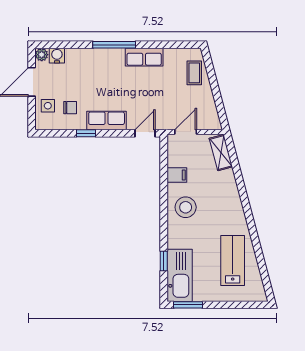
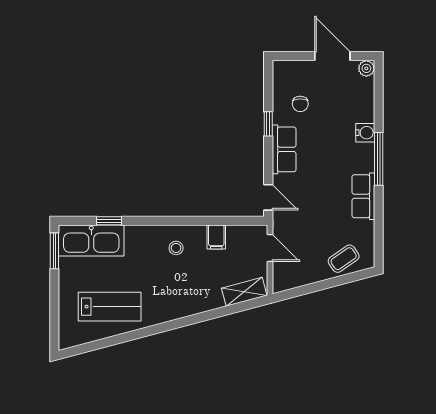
water cooler: (57, 56) -> (365, 133), moved
coffee table: (194, 73) -> (344, 259), turned -35
side table: (48, 106) -> (303, 76), removed
stool: (186, 207) -> (176, 248), width x0.53, depth x0.53

